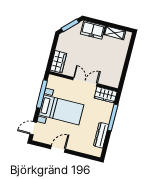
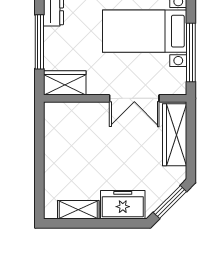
wardrobe: (58, 62) -> (175, 135), width x1.50
double door: (85, 82) -> (134, 98), moved

